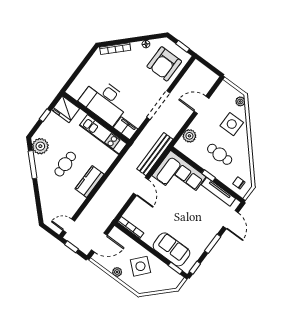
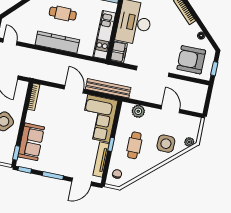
kitchen counter: (90, 182) -> (57, 42), width x1.50
door: (141, 186) -> (74, 89), swing flipped

